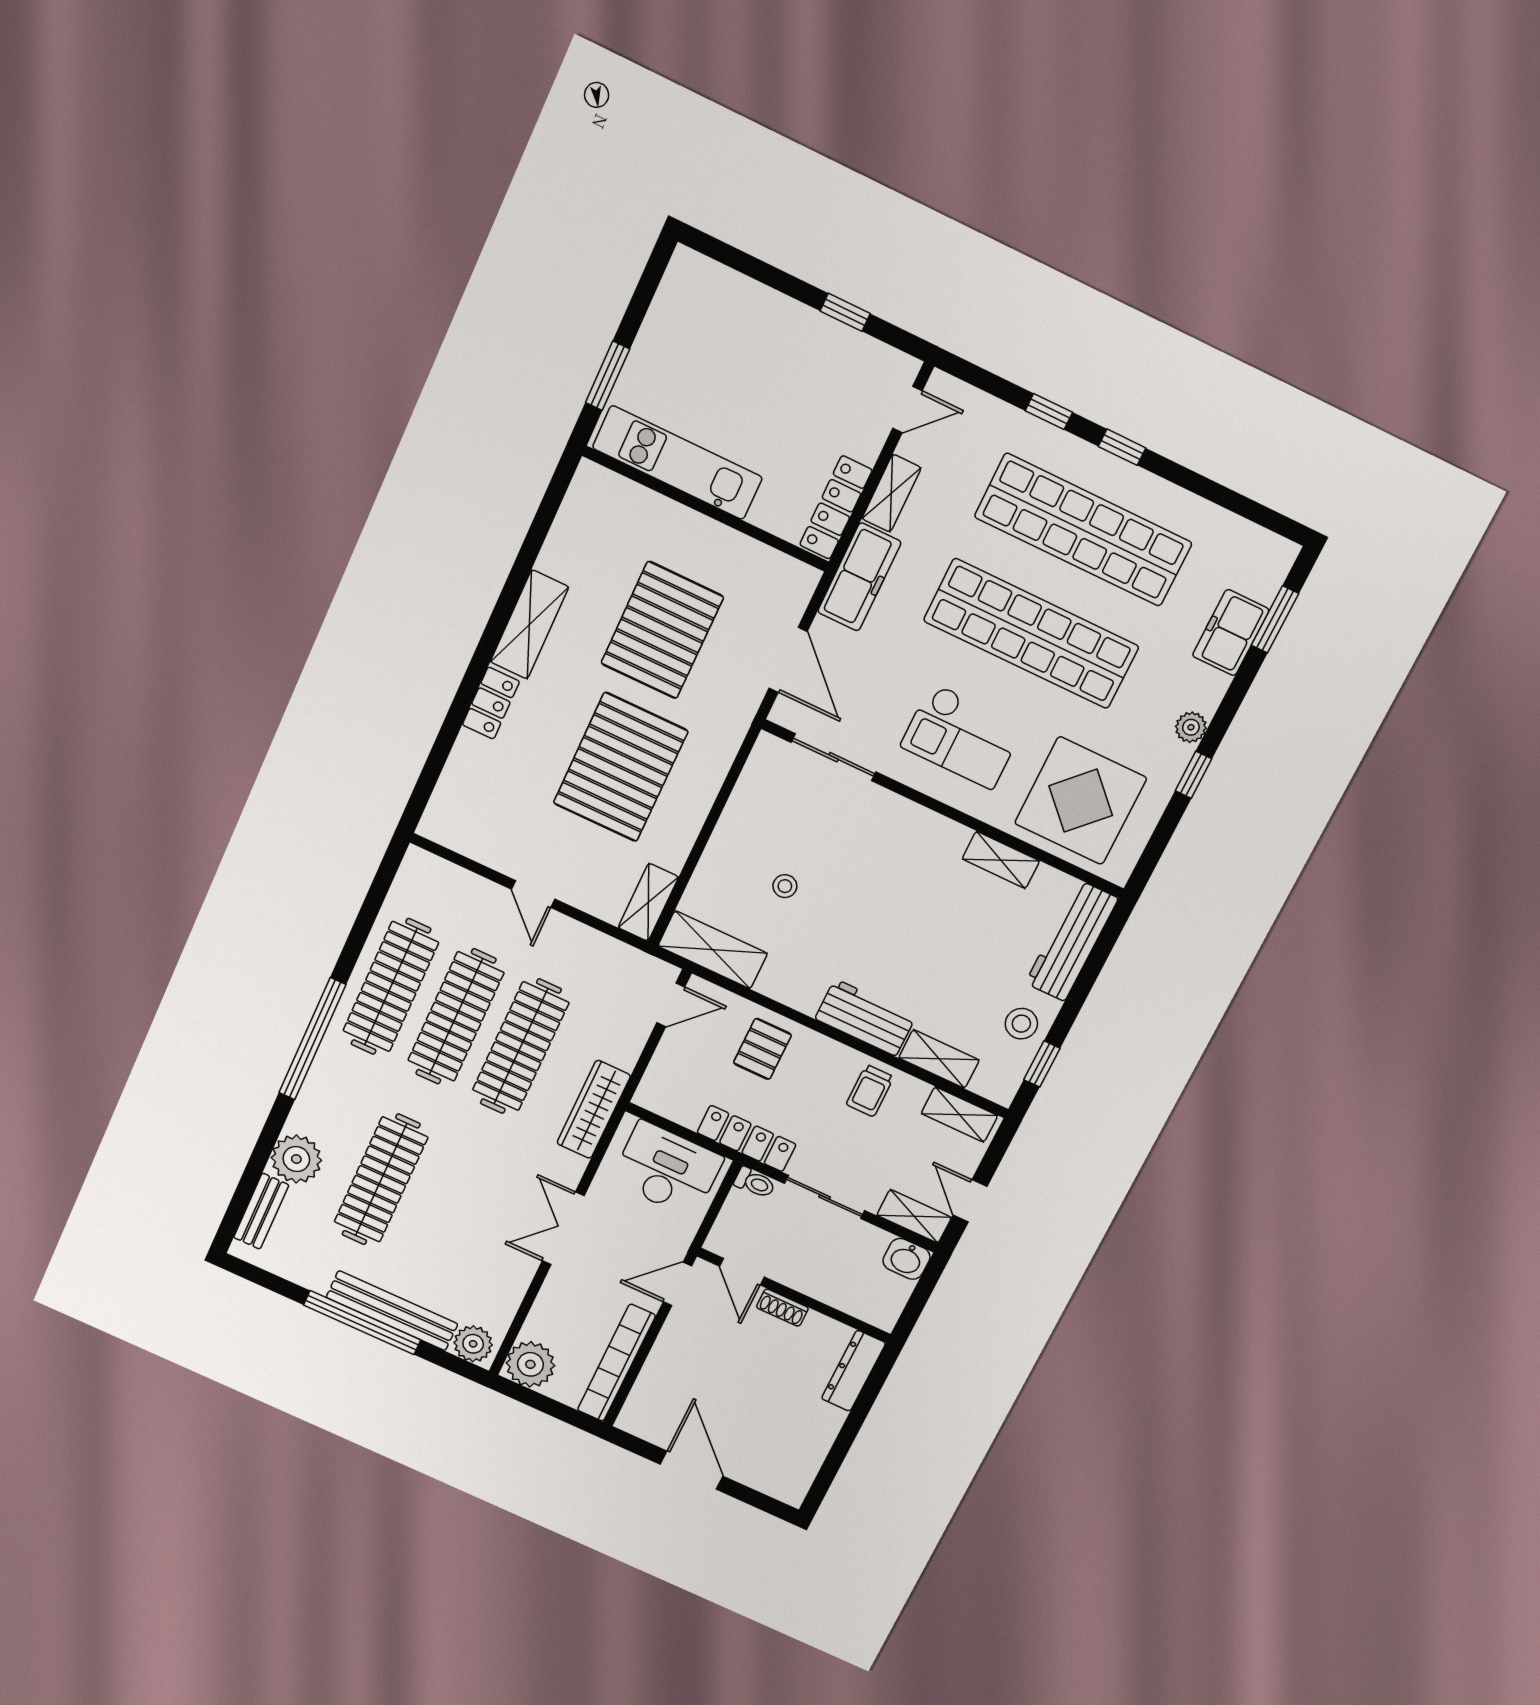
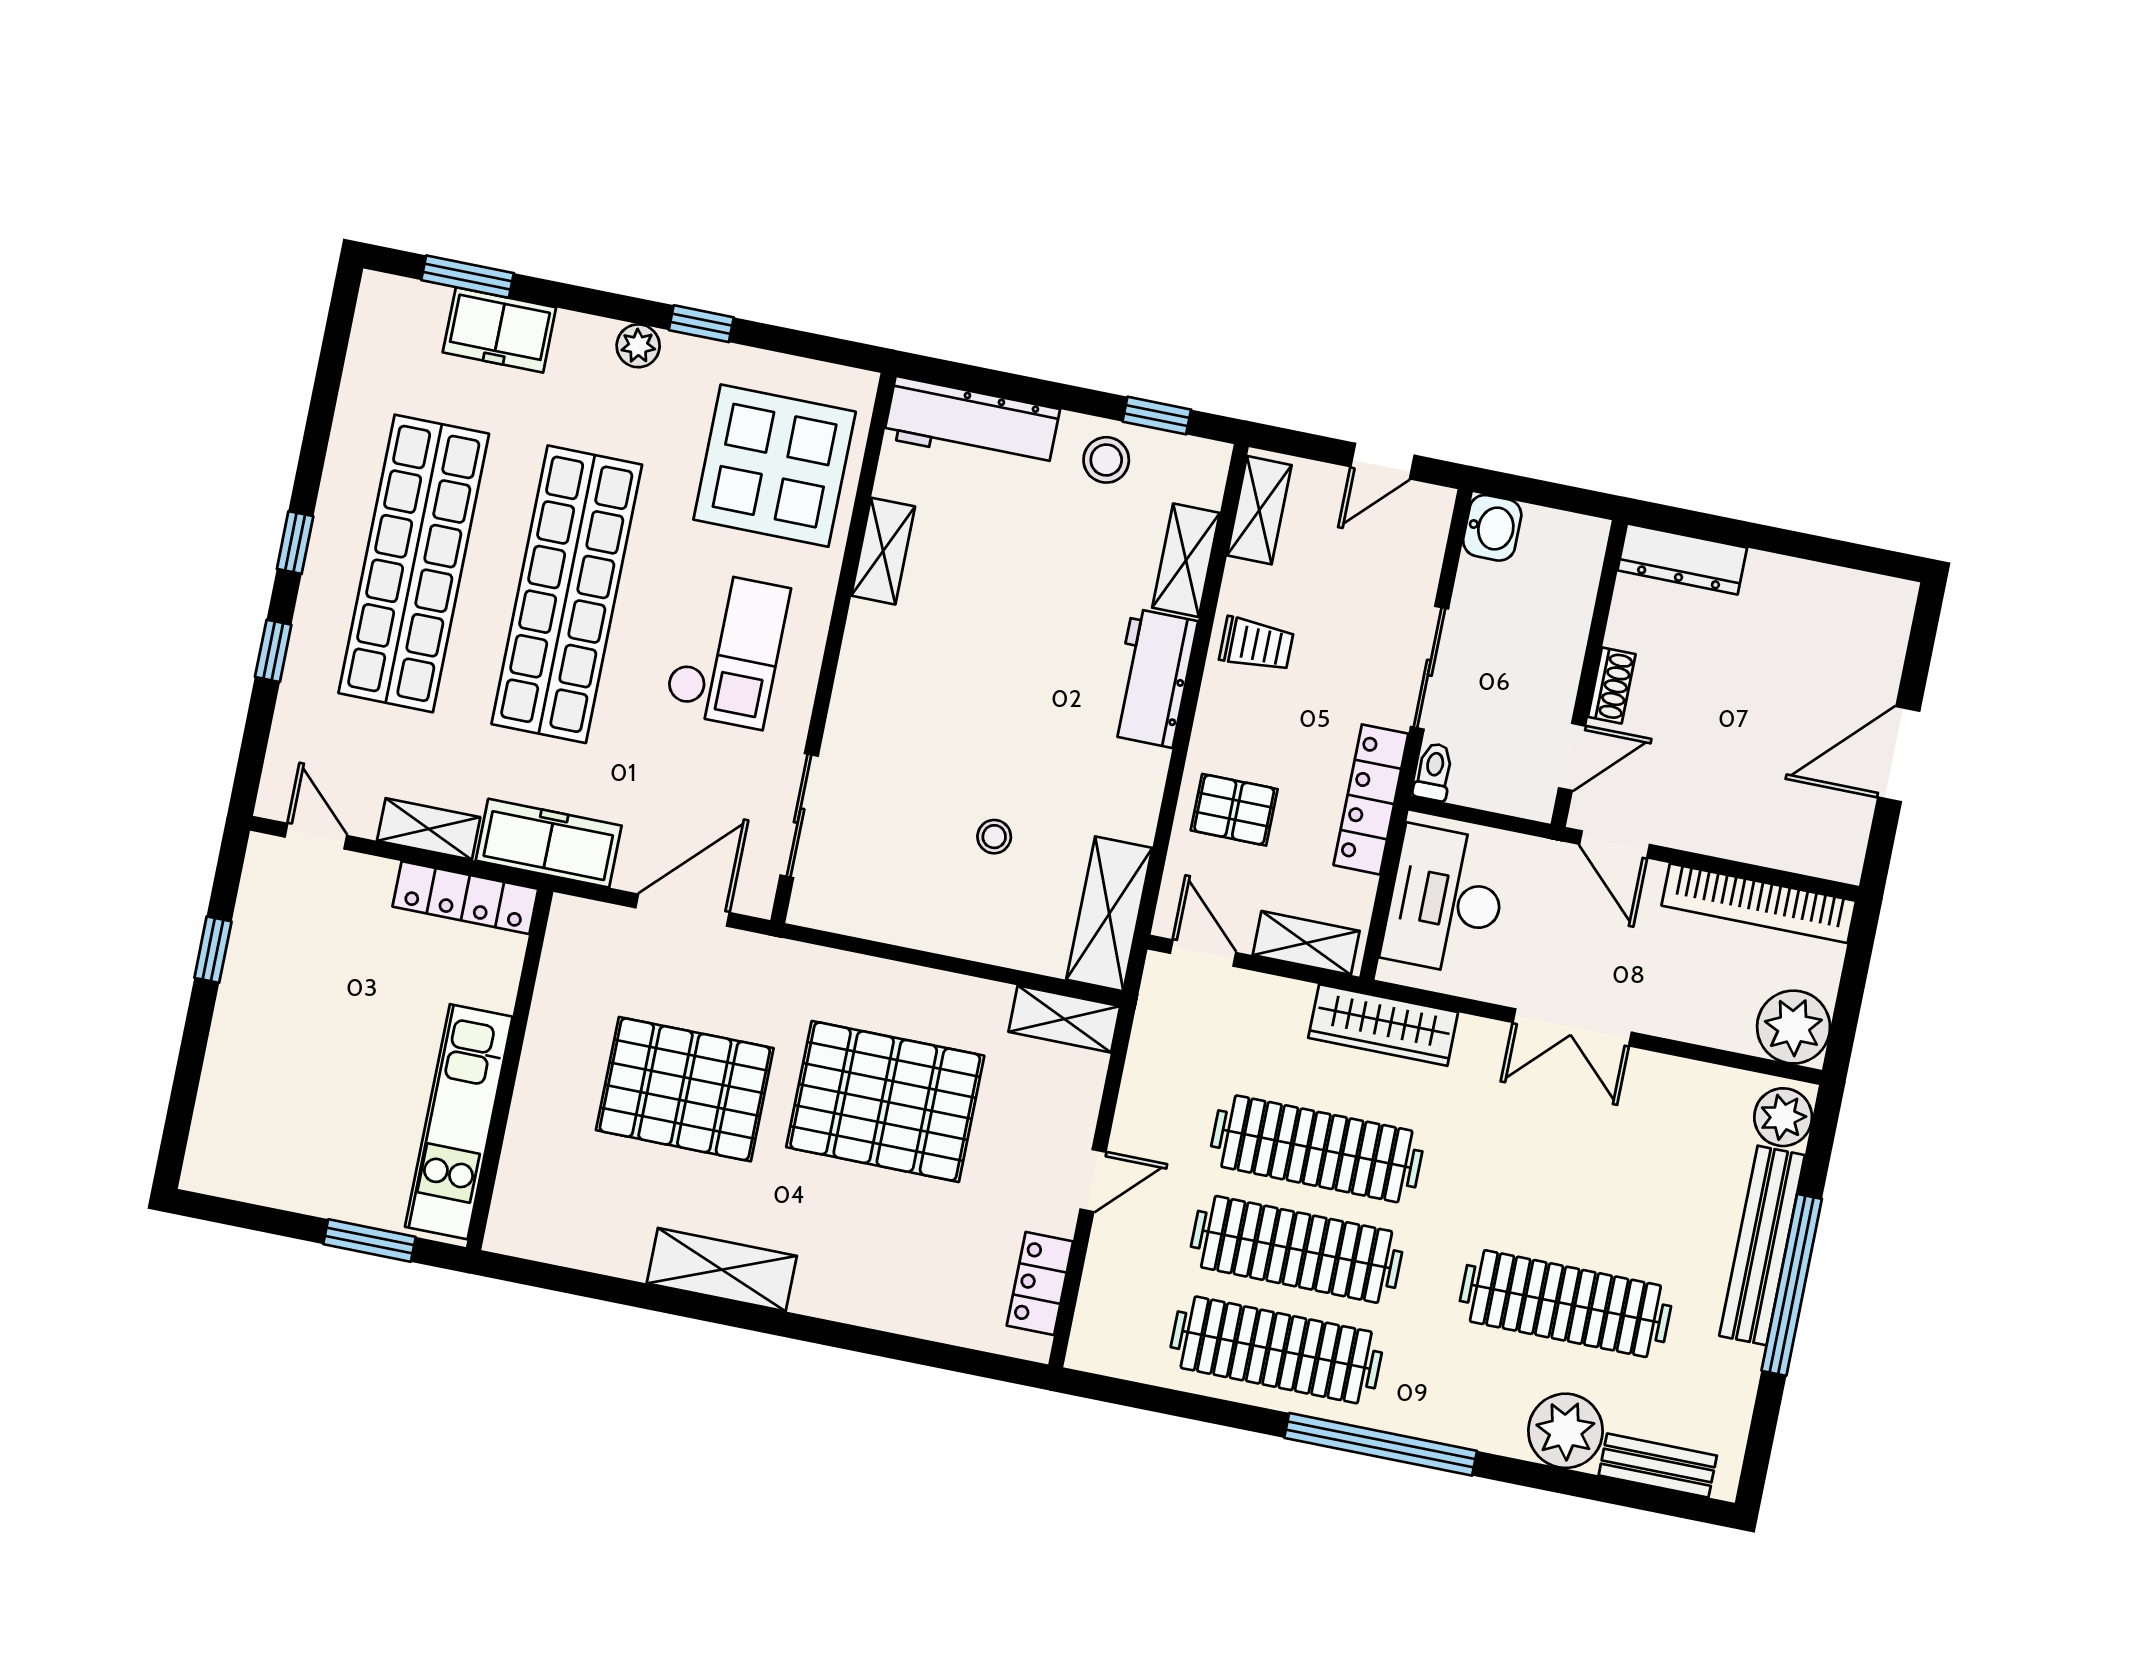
locker: (491, 703) -> (1040, 1284), moved, turned -90
shelving: (914, 1216) -> (1306, 943), moved, turned 90

